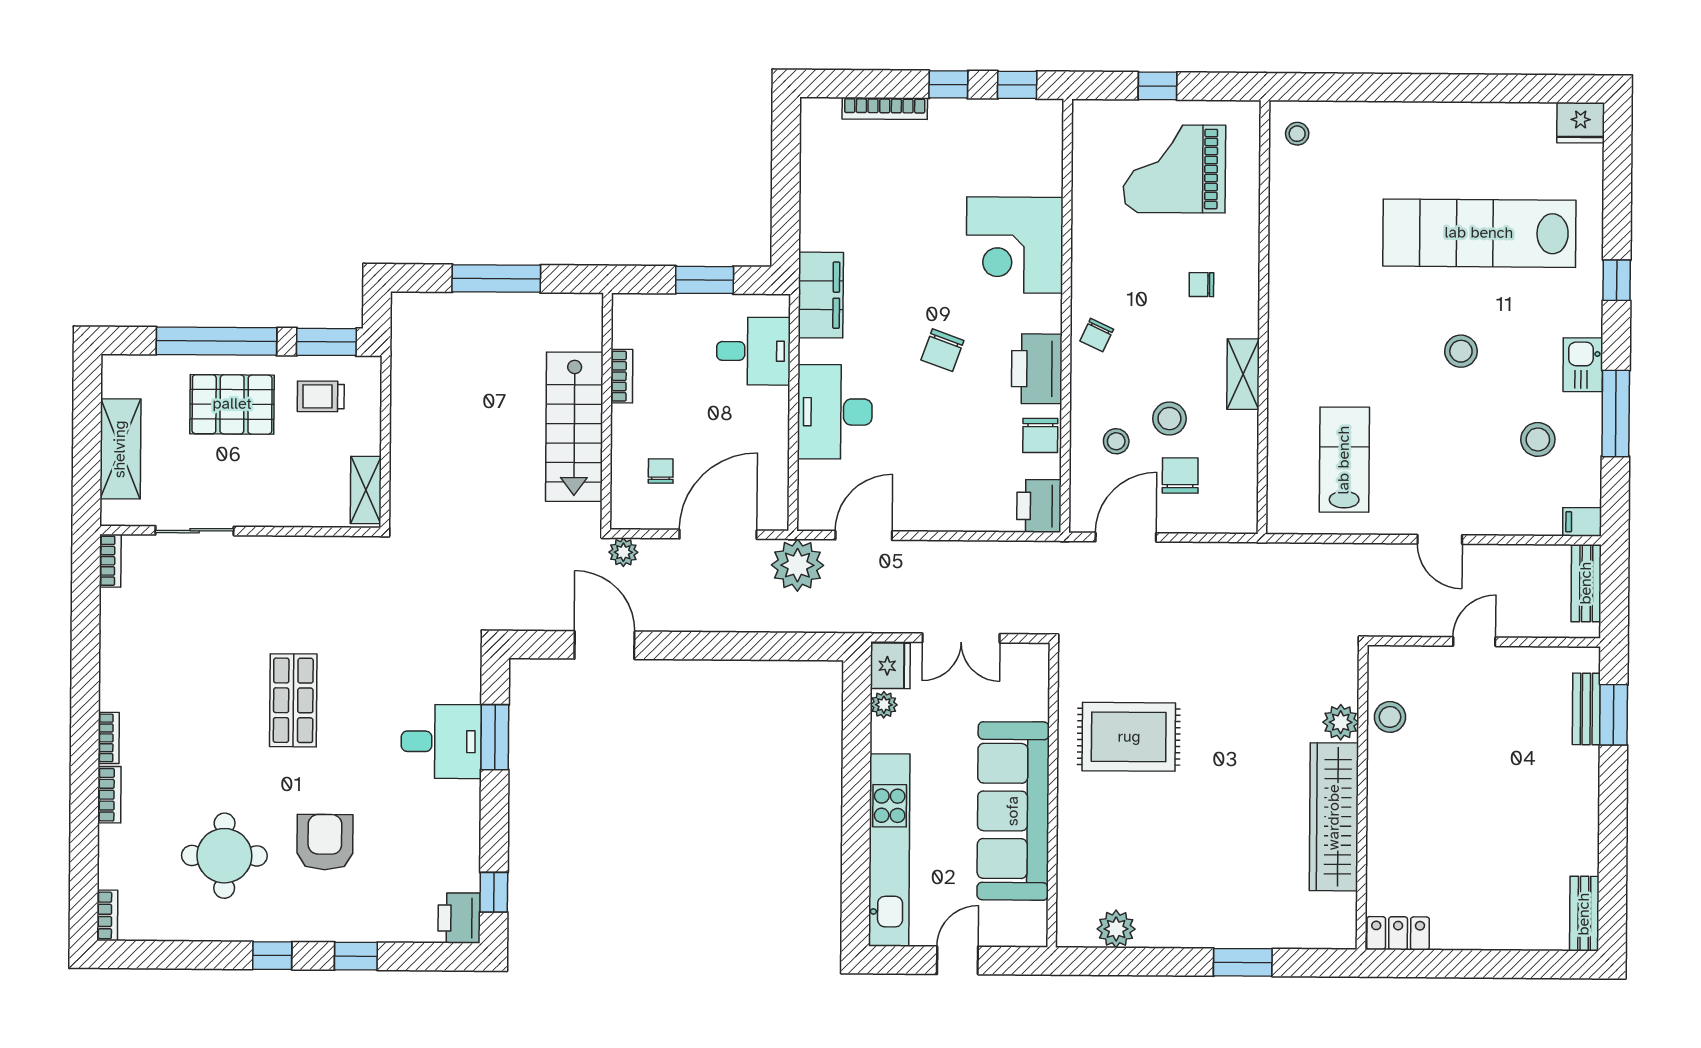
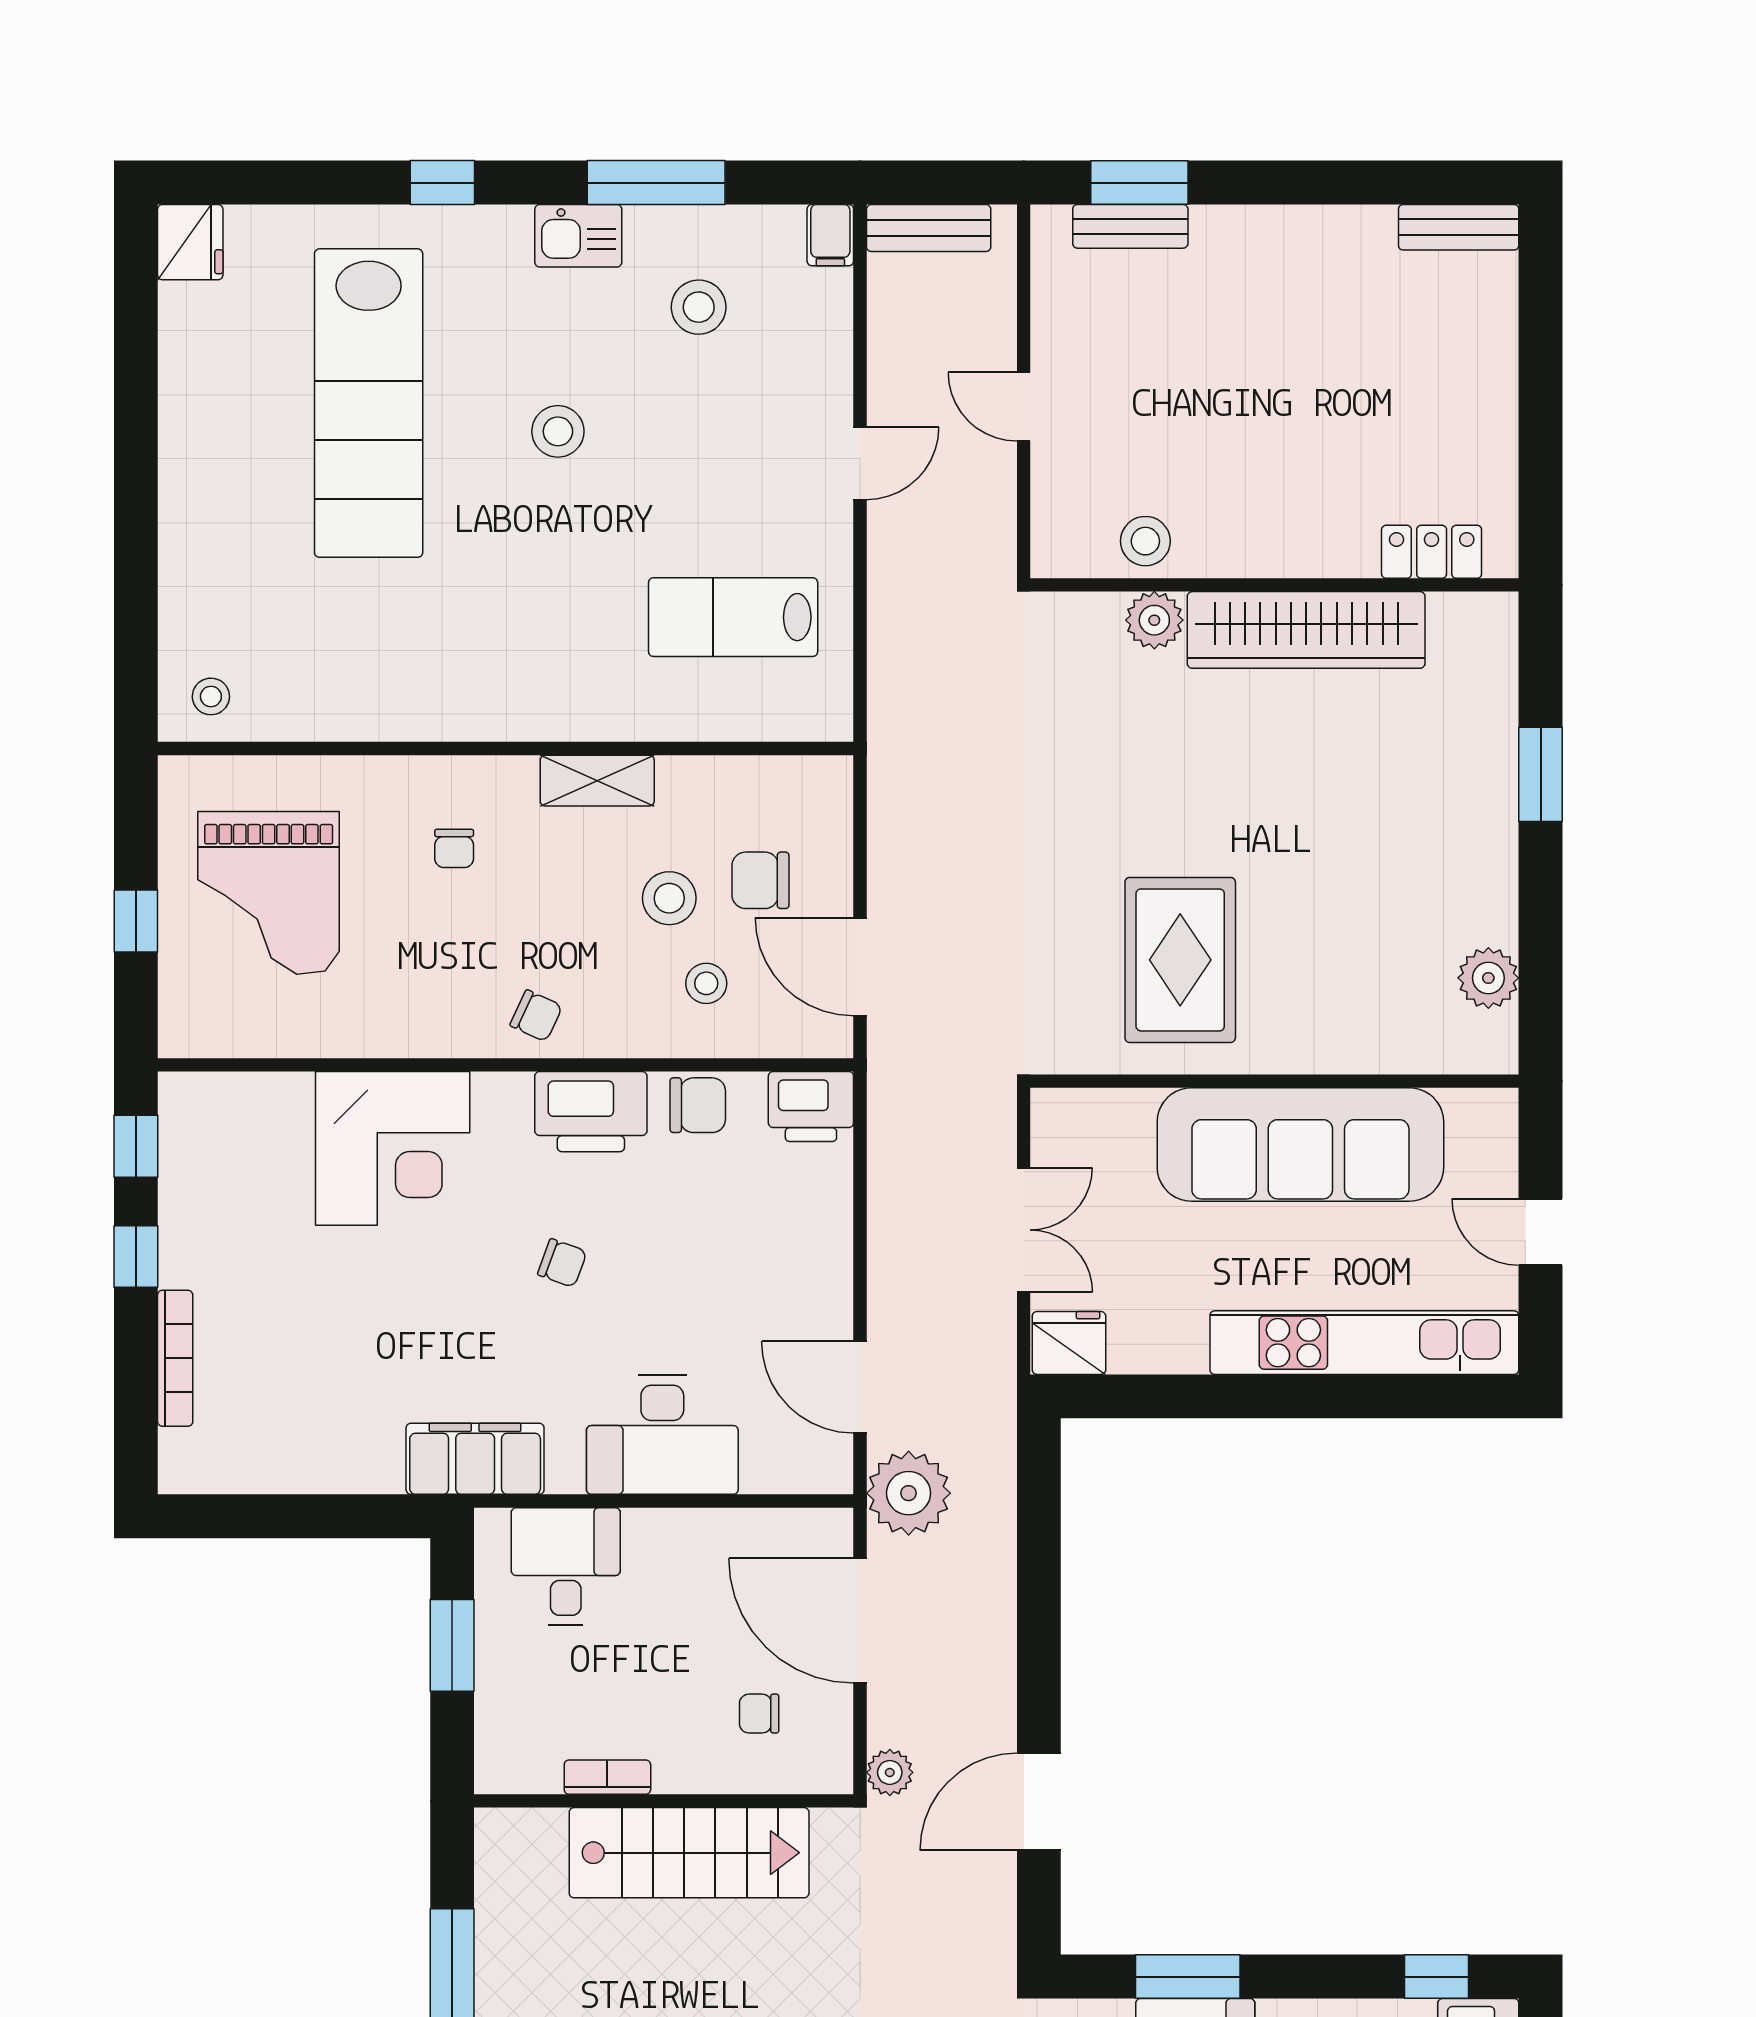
chair: (942, 350) -> (562, 1263), width x0.73, depth x0.73
plant: (884, 705) -> (1131, 1353), removed
locker: (1398, 933) -> (1432, 552), moved, turned 90

